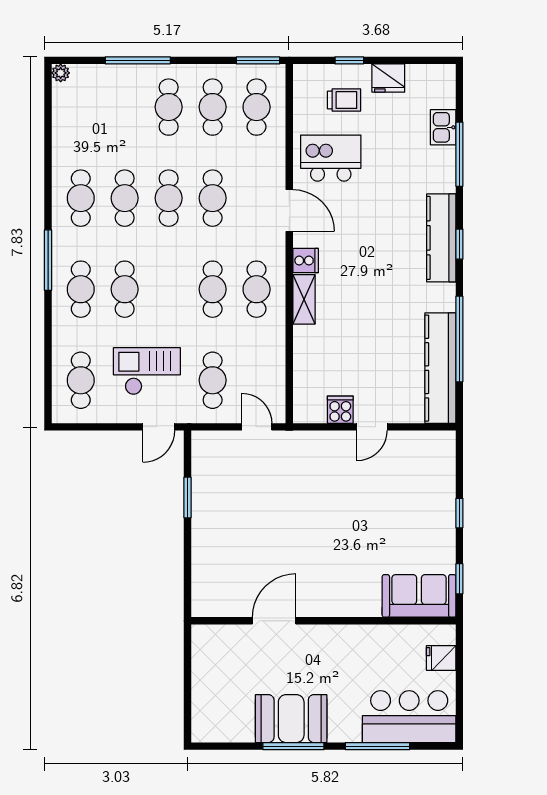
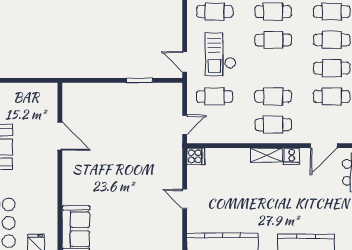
checkout: (147, 371) -> (220, 54), turned 180
cooker: (340, 410) -> (196, 156), moved

